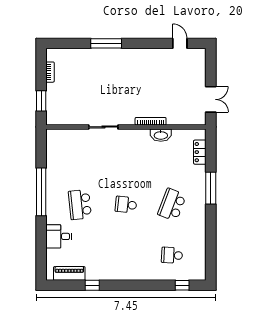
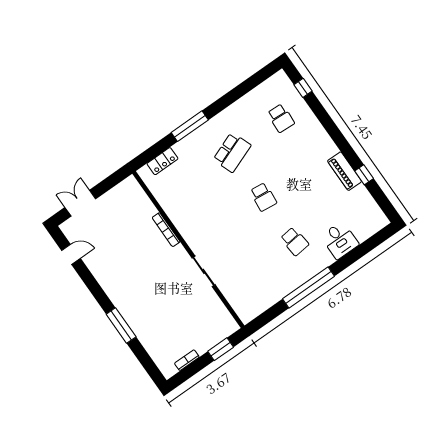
door: (180, 43) -> (71, 254), swing flipped
double door: (211, 99) -> (80, 203), moved
washbasin: (161, 135) -> (173, 210), removed
school desk: (80, 205) -> (295, 241), width x0.54
school desk: (172, 205) -> (232, 152), turned -42
piano: (69, 273) -> (345, 171), moved

